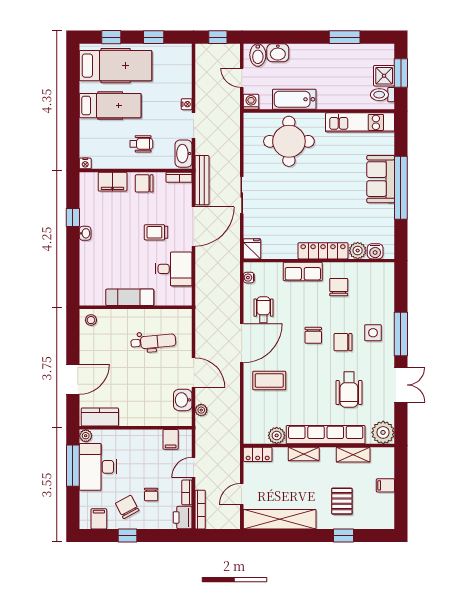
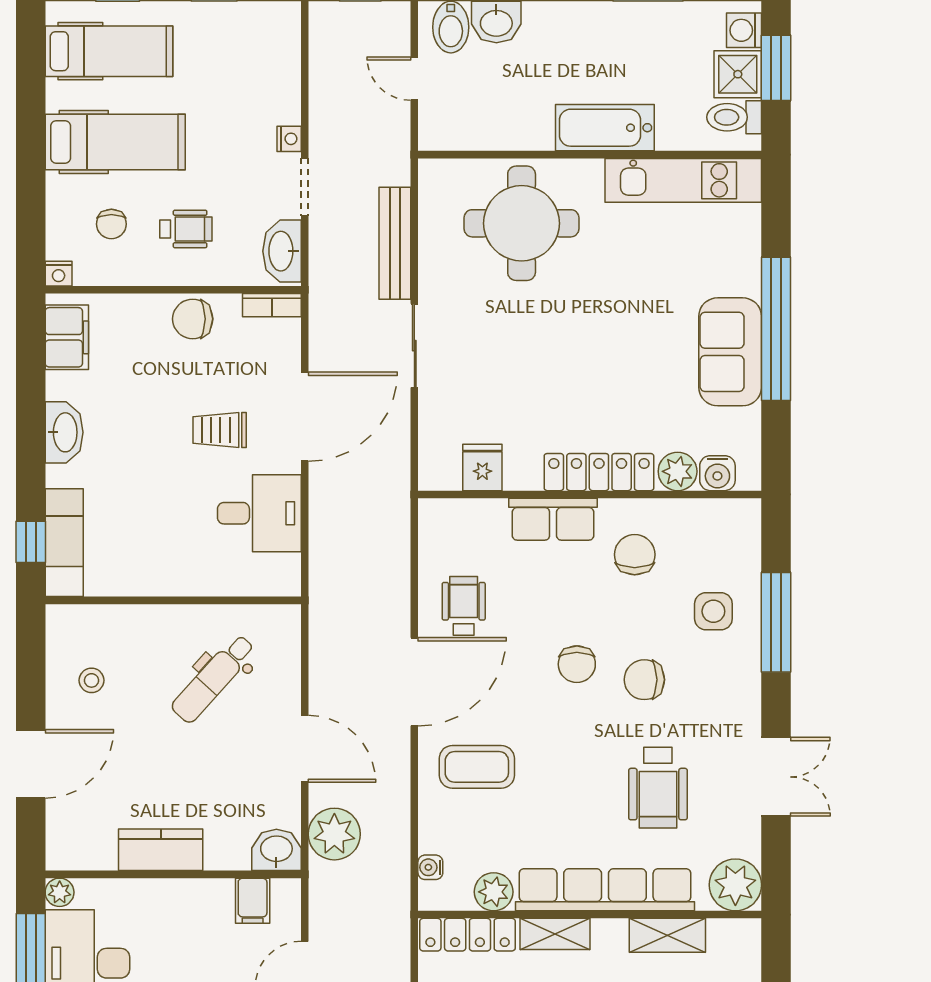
hospital bed: (116, 66) -> (109, 51), width x0.73, depth x0.78
bathtub: (294, 99) -> (605, 128), moved
washing machine: (251, 102) -> (744, 30), moved, turned -90
chair: (108, 142) -> (111, 224), added
sofa: (381, 179) -> (730, 352), moved
bench: (202, 180) -> (395, 243), moved
filing cabinet: (113, 182) -> (67, 337), moved, turned -90
window: (73, 217) -> (31, 542), moved
washbasin: (85, 233) -> (64, 432), width x1.91, depth x1.45
fridge: (252, 249) -> (482, 467), moved
water cooler: (249, 278) -> (430, 867), moved
exam couch: (130, 297) -> (64, 543), moved, turned 90
stool: (91, 320) -> (91, 680), moved
side table: (373, 333) -> (713, 611), moved
window: (401, 334) -> (776, 622), moved
dental chair: (153, 342) -> (213, 679), turned 137
washbasin: (183, 400) -> (276, 850), moved, turned 90
plant: (201, 410) -> (334, 834), width x1.87, depth x1.87
kitchen counter: (100, 417) -> (161, 850), moved
locker: (258, 454) -> (468, 935), width x1.53

